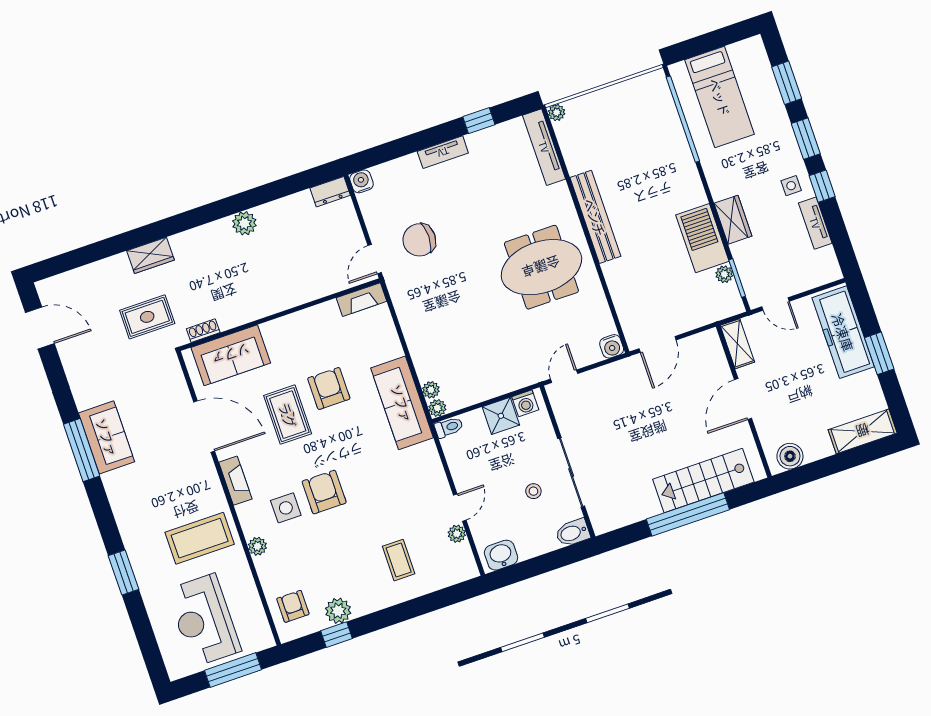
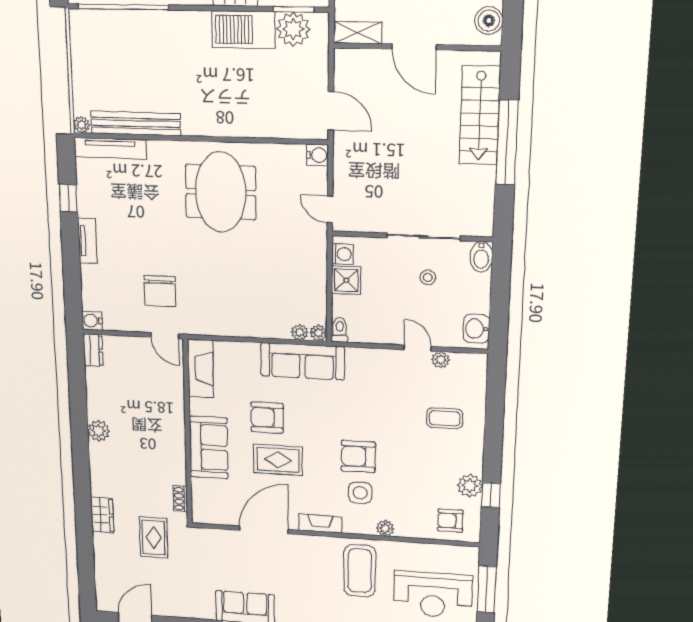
bench: (595, 217) -> (136, 123), moved
plant: (724, 274) -> (293, 29), width x1.87, depth x1.87
fireplace: (361, 300) -> (200, 368), width x1.37, depth x1.32
sofa: (231, 355) -> (209, 447), moved

